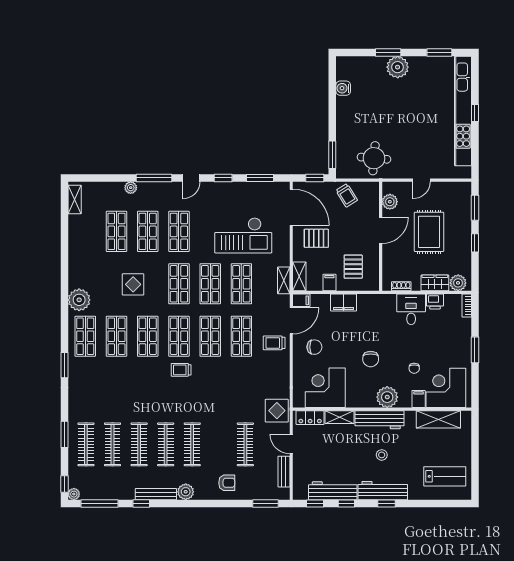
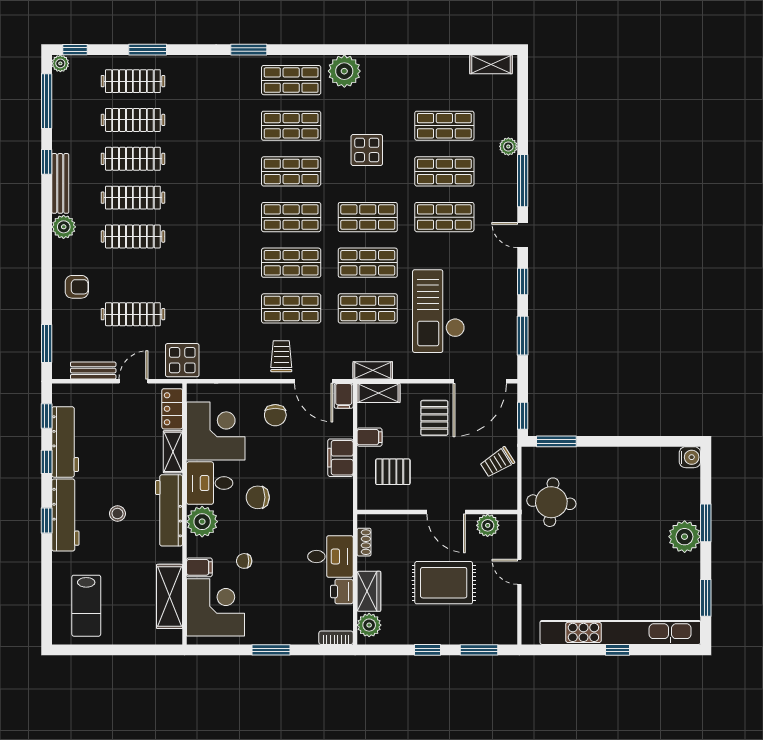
water cooler: (343, 88) -> (690, 457), moved, turned 90
trolley: (181, 370) -> (242, 220), removed
desk: (361, 392) -> (210, 483), added
armchair: (227, 483) -> (77, 287), turned -90

